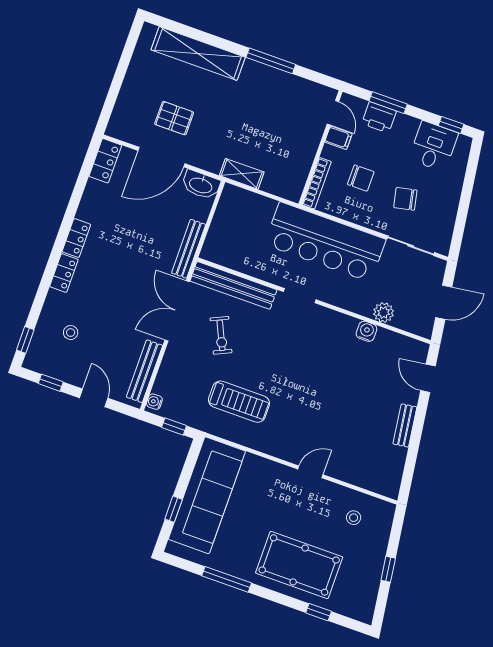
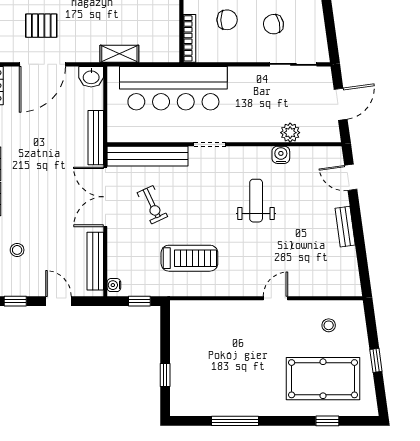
washbasin: (201, 185) -> (91, 77), width x0.72
bar counter: (325, 242) -> (173, 88), moved
weight bench: (326, 368) -> (256, 201), added
sofa: (207, 495) -> (191, 352), removed
pool table: (299, 565) -> (323, 379), moved

